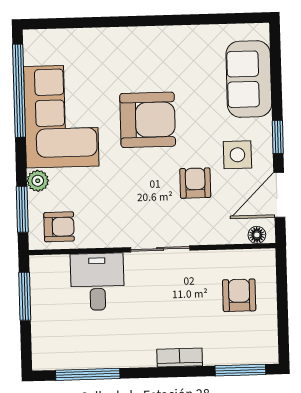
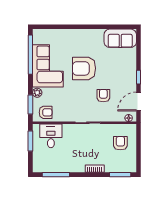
sofa: (249, 79) -> (120, 38), moved, turned -90
armchair: (148, 120) -> (84, 68), turned 180
side table: (237, 155) -> (121, 84), removed
desk: (97, 282) -> (51, 136), moved

